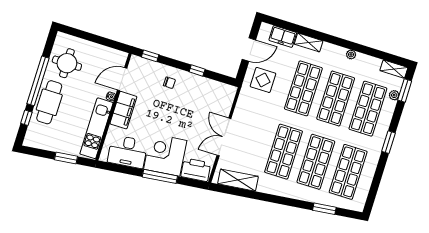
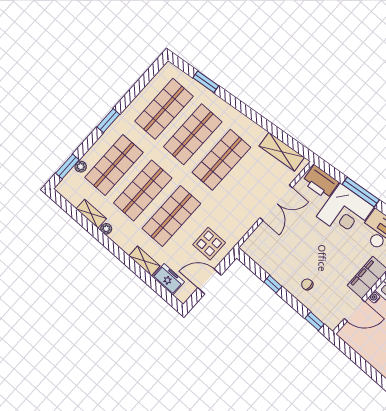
shelving: (394, 69) -> (91, 214), moved

